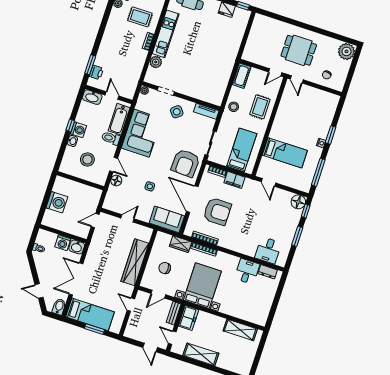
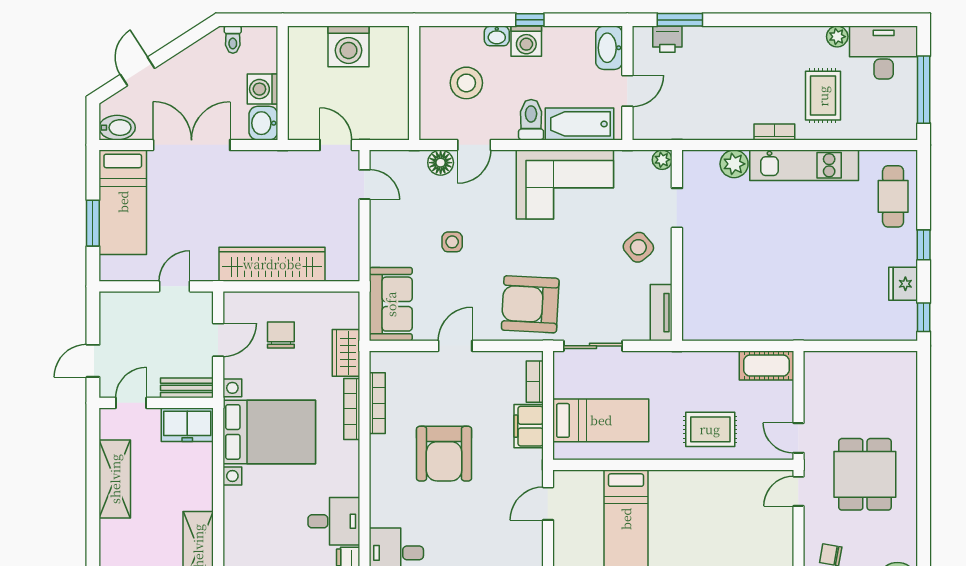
stool: (234, 107) -> (691, 370), removed
door: (192, 199) -> (455, 346), width x0.53
armchair: (217, 211) -> (444, 454), moved
door: (127, 218) -> (364, 184), moved
door: (158, 294) -> (218, 340), swing flipped

